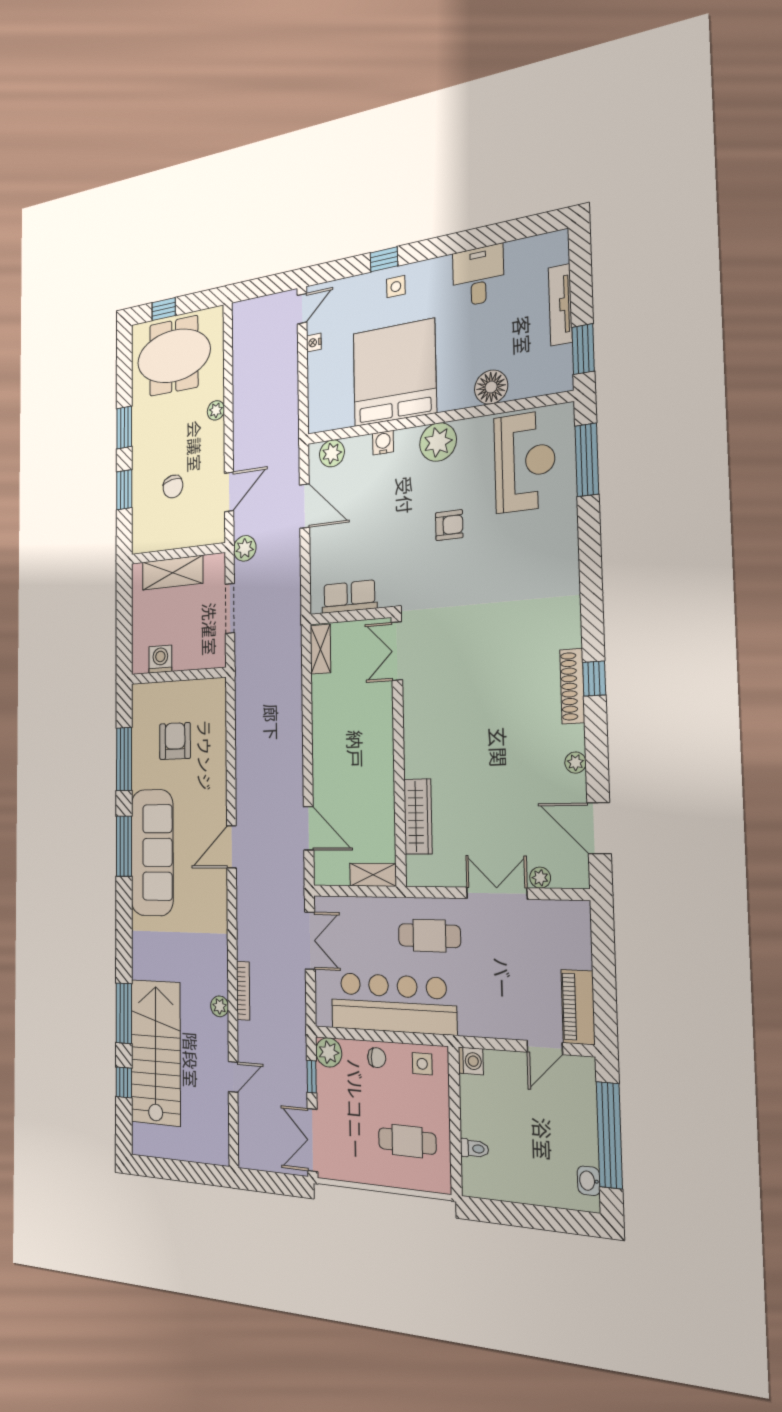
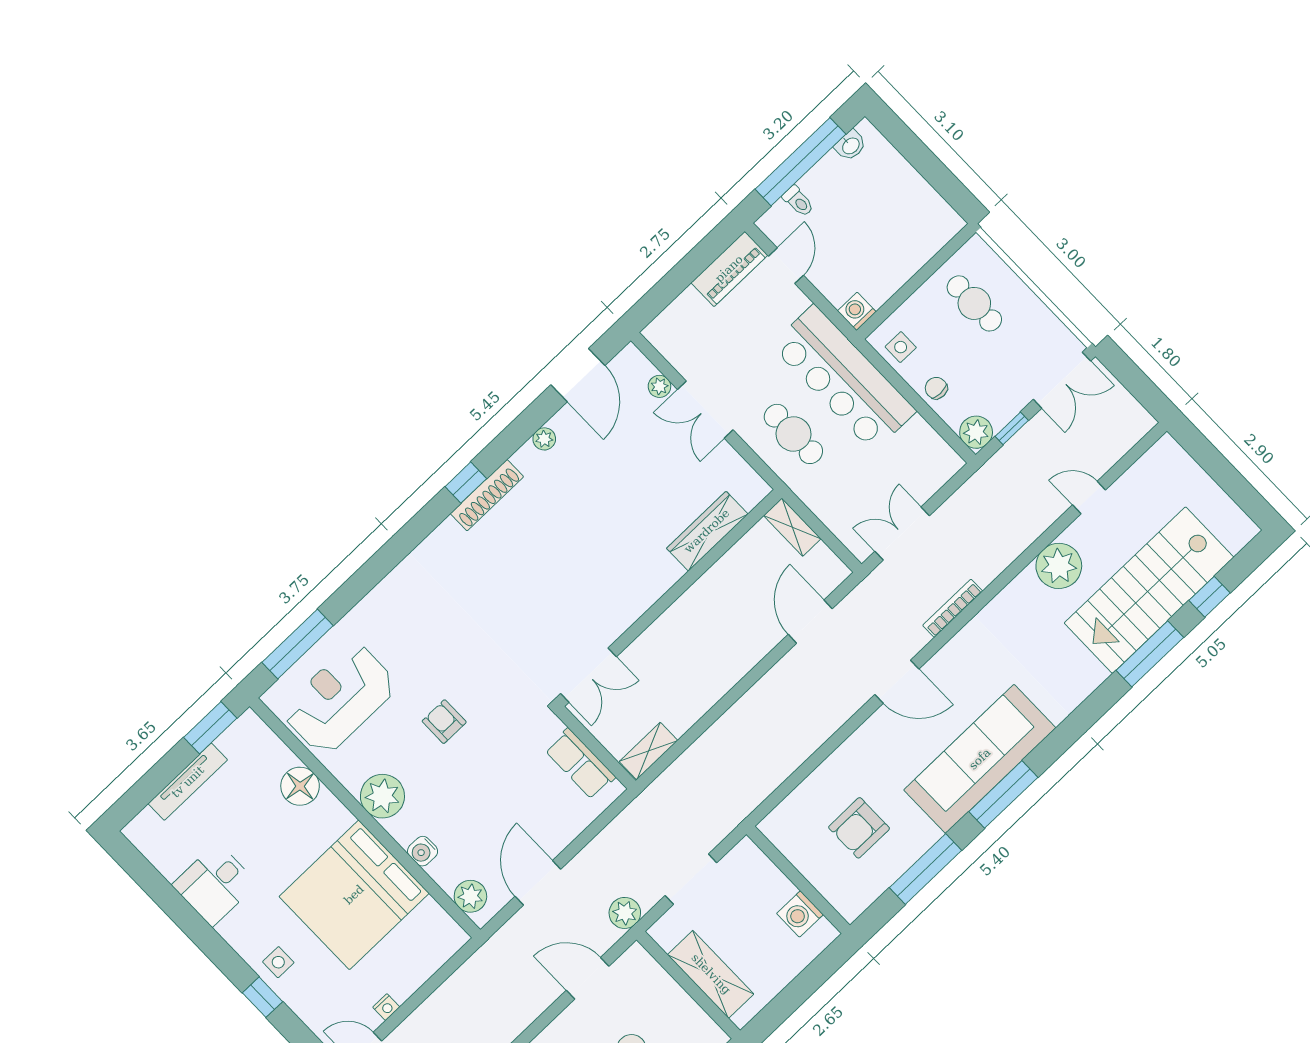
bookcase: (243, 991) -> (953, 608), moved
bar counter: (393, 1003) -> (844, 378), moved
plant: (220, 1006) -> (1059, 566), width x1.87, depth x1.87
door: (545, 1047) -> (786, 266), hinge flipped
toilet: (474, 1149) -> (798, 201), moved, turned 180

